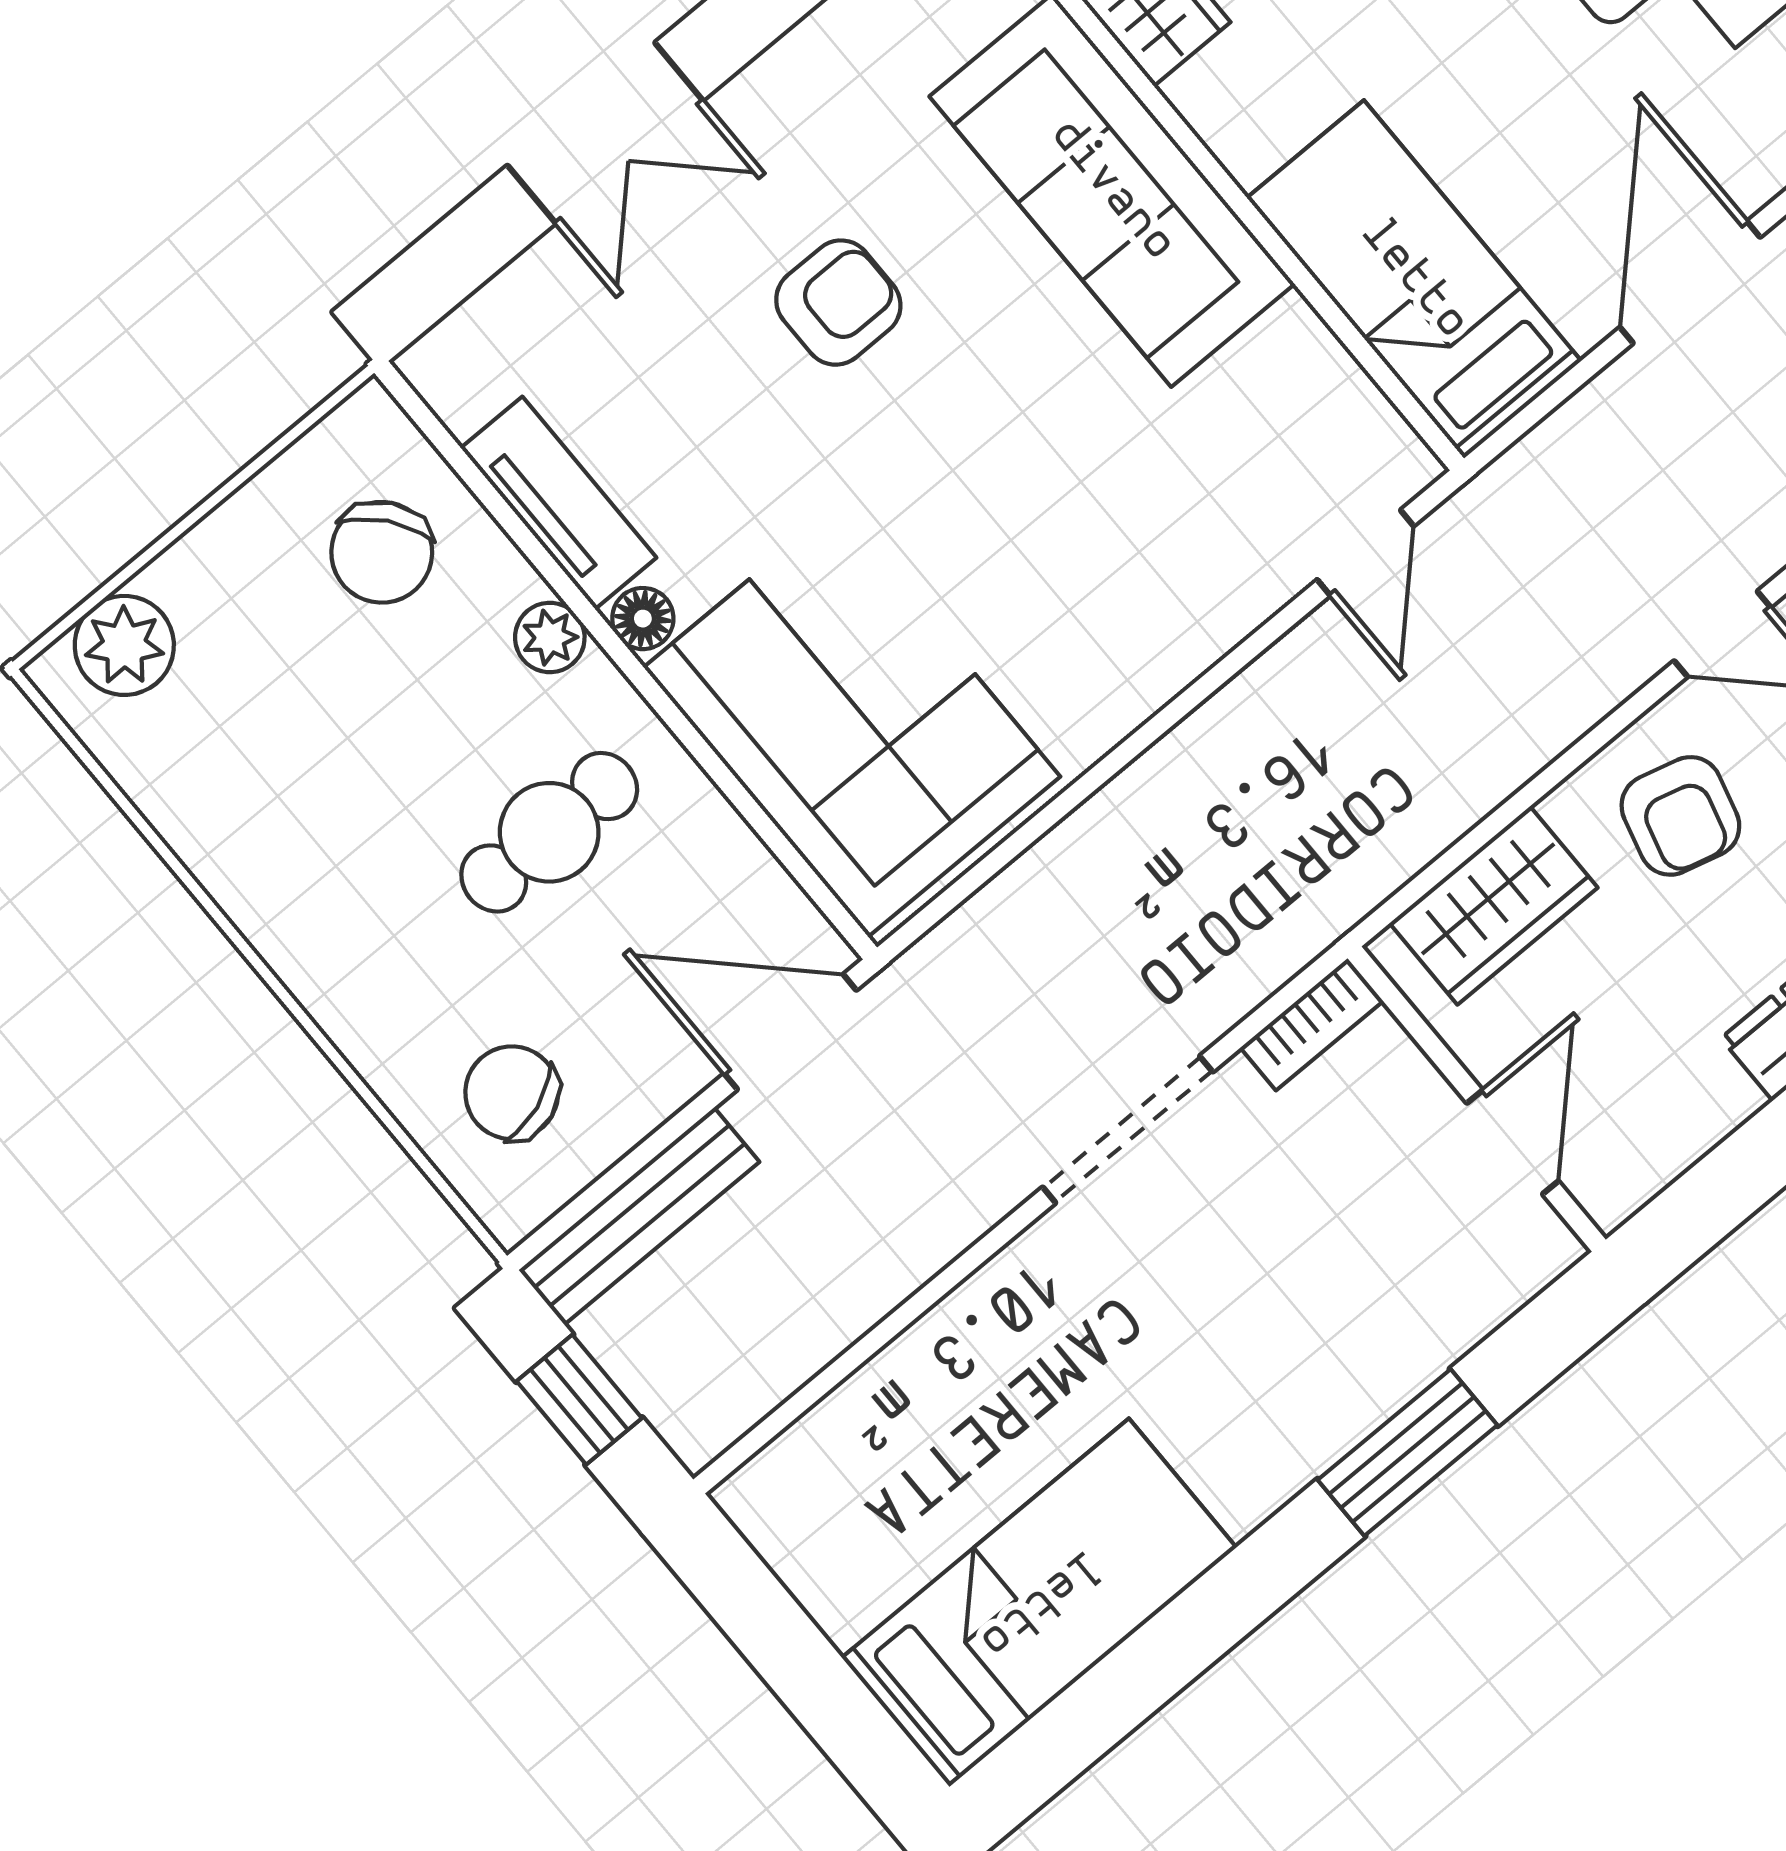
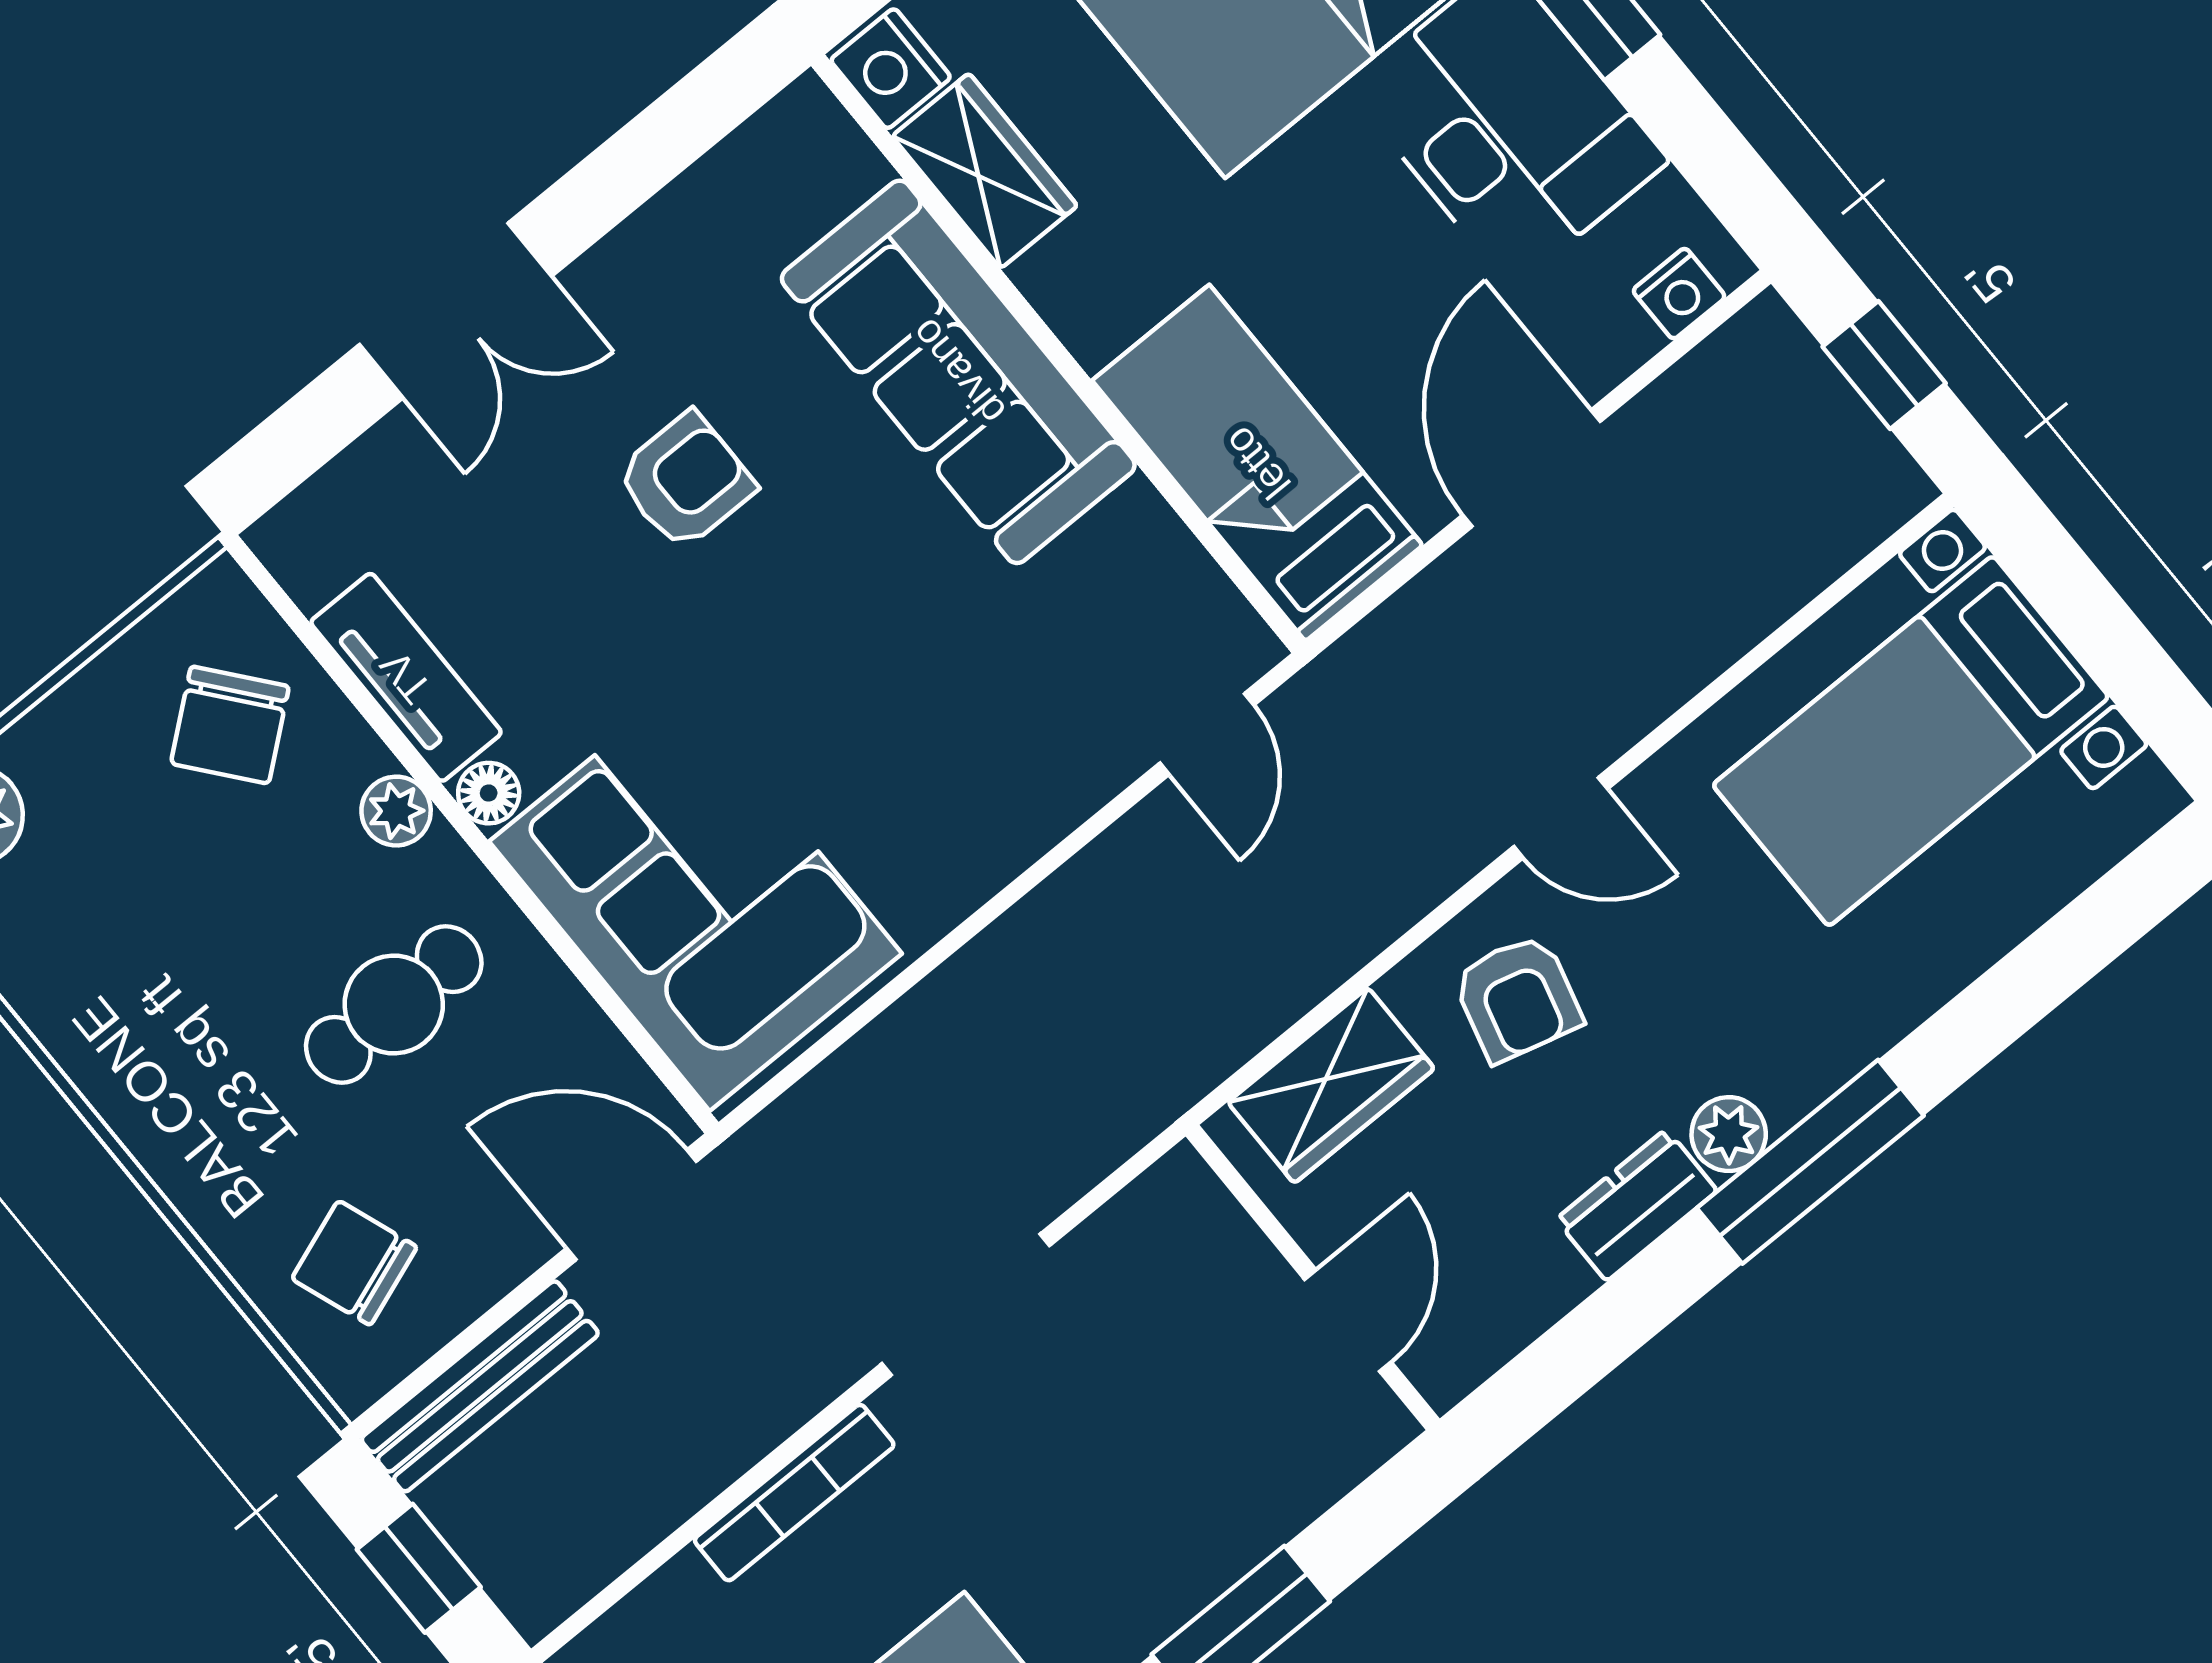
bookcase: (1312, 1024) -> (794, 1493), moved, width x1.56

